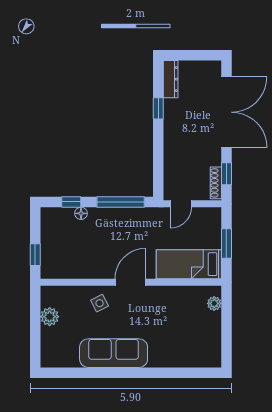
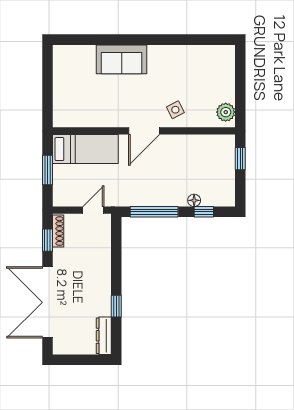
plant: (214, 303) -> (60, 109), removed
plant: (50, 317) -> (226, 112), moved
sofa: (114, 353) -> (122, 59), moved, width x0.73

